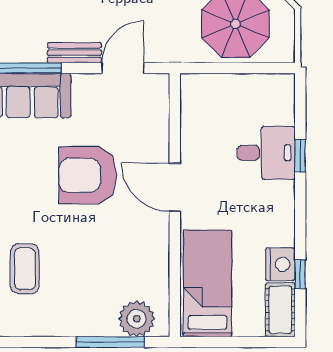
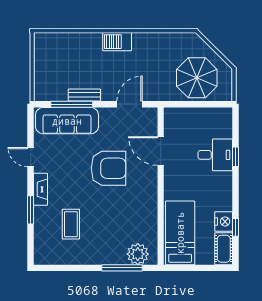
bench: (74, 53) -> (84, 95), moved
armchair: (88, 175) -> (108, 168), turned 180
door: (175, 187) -> (161, 151), moved

